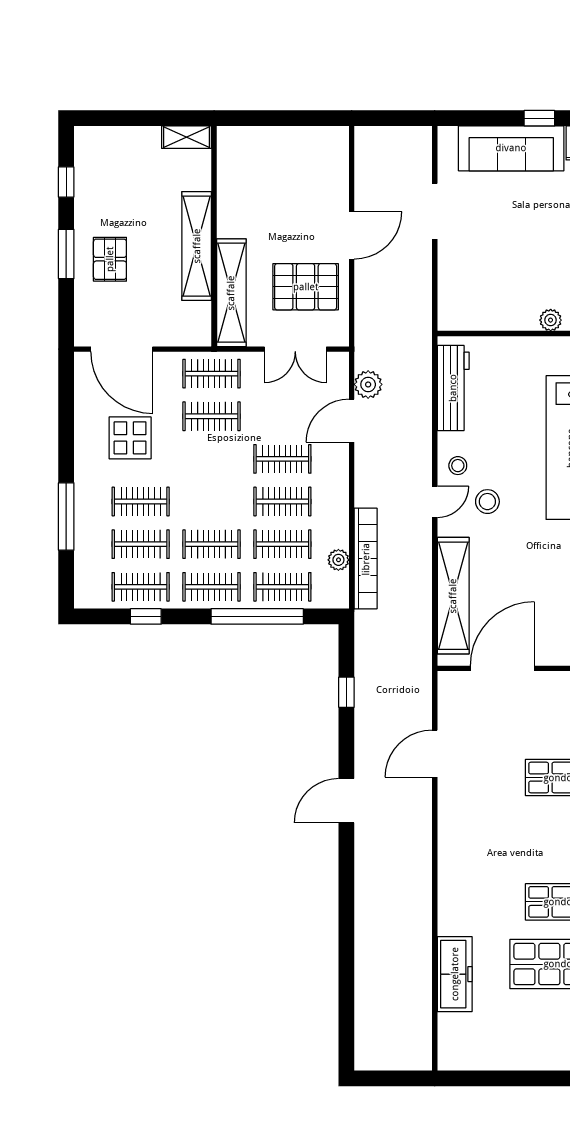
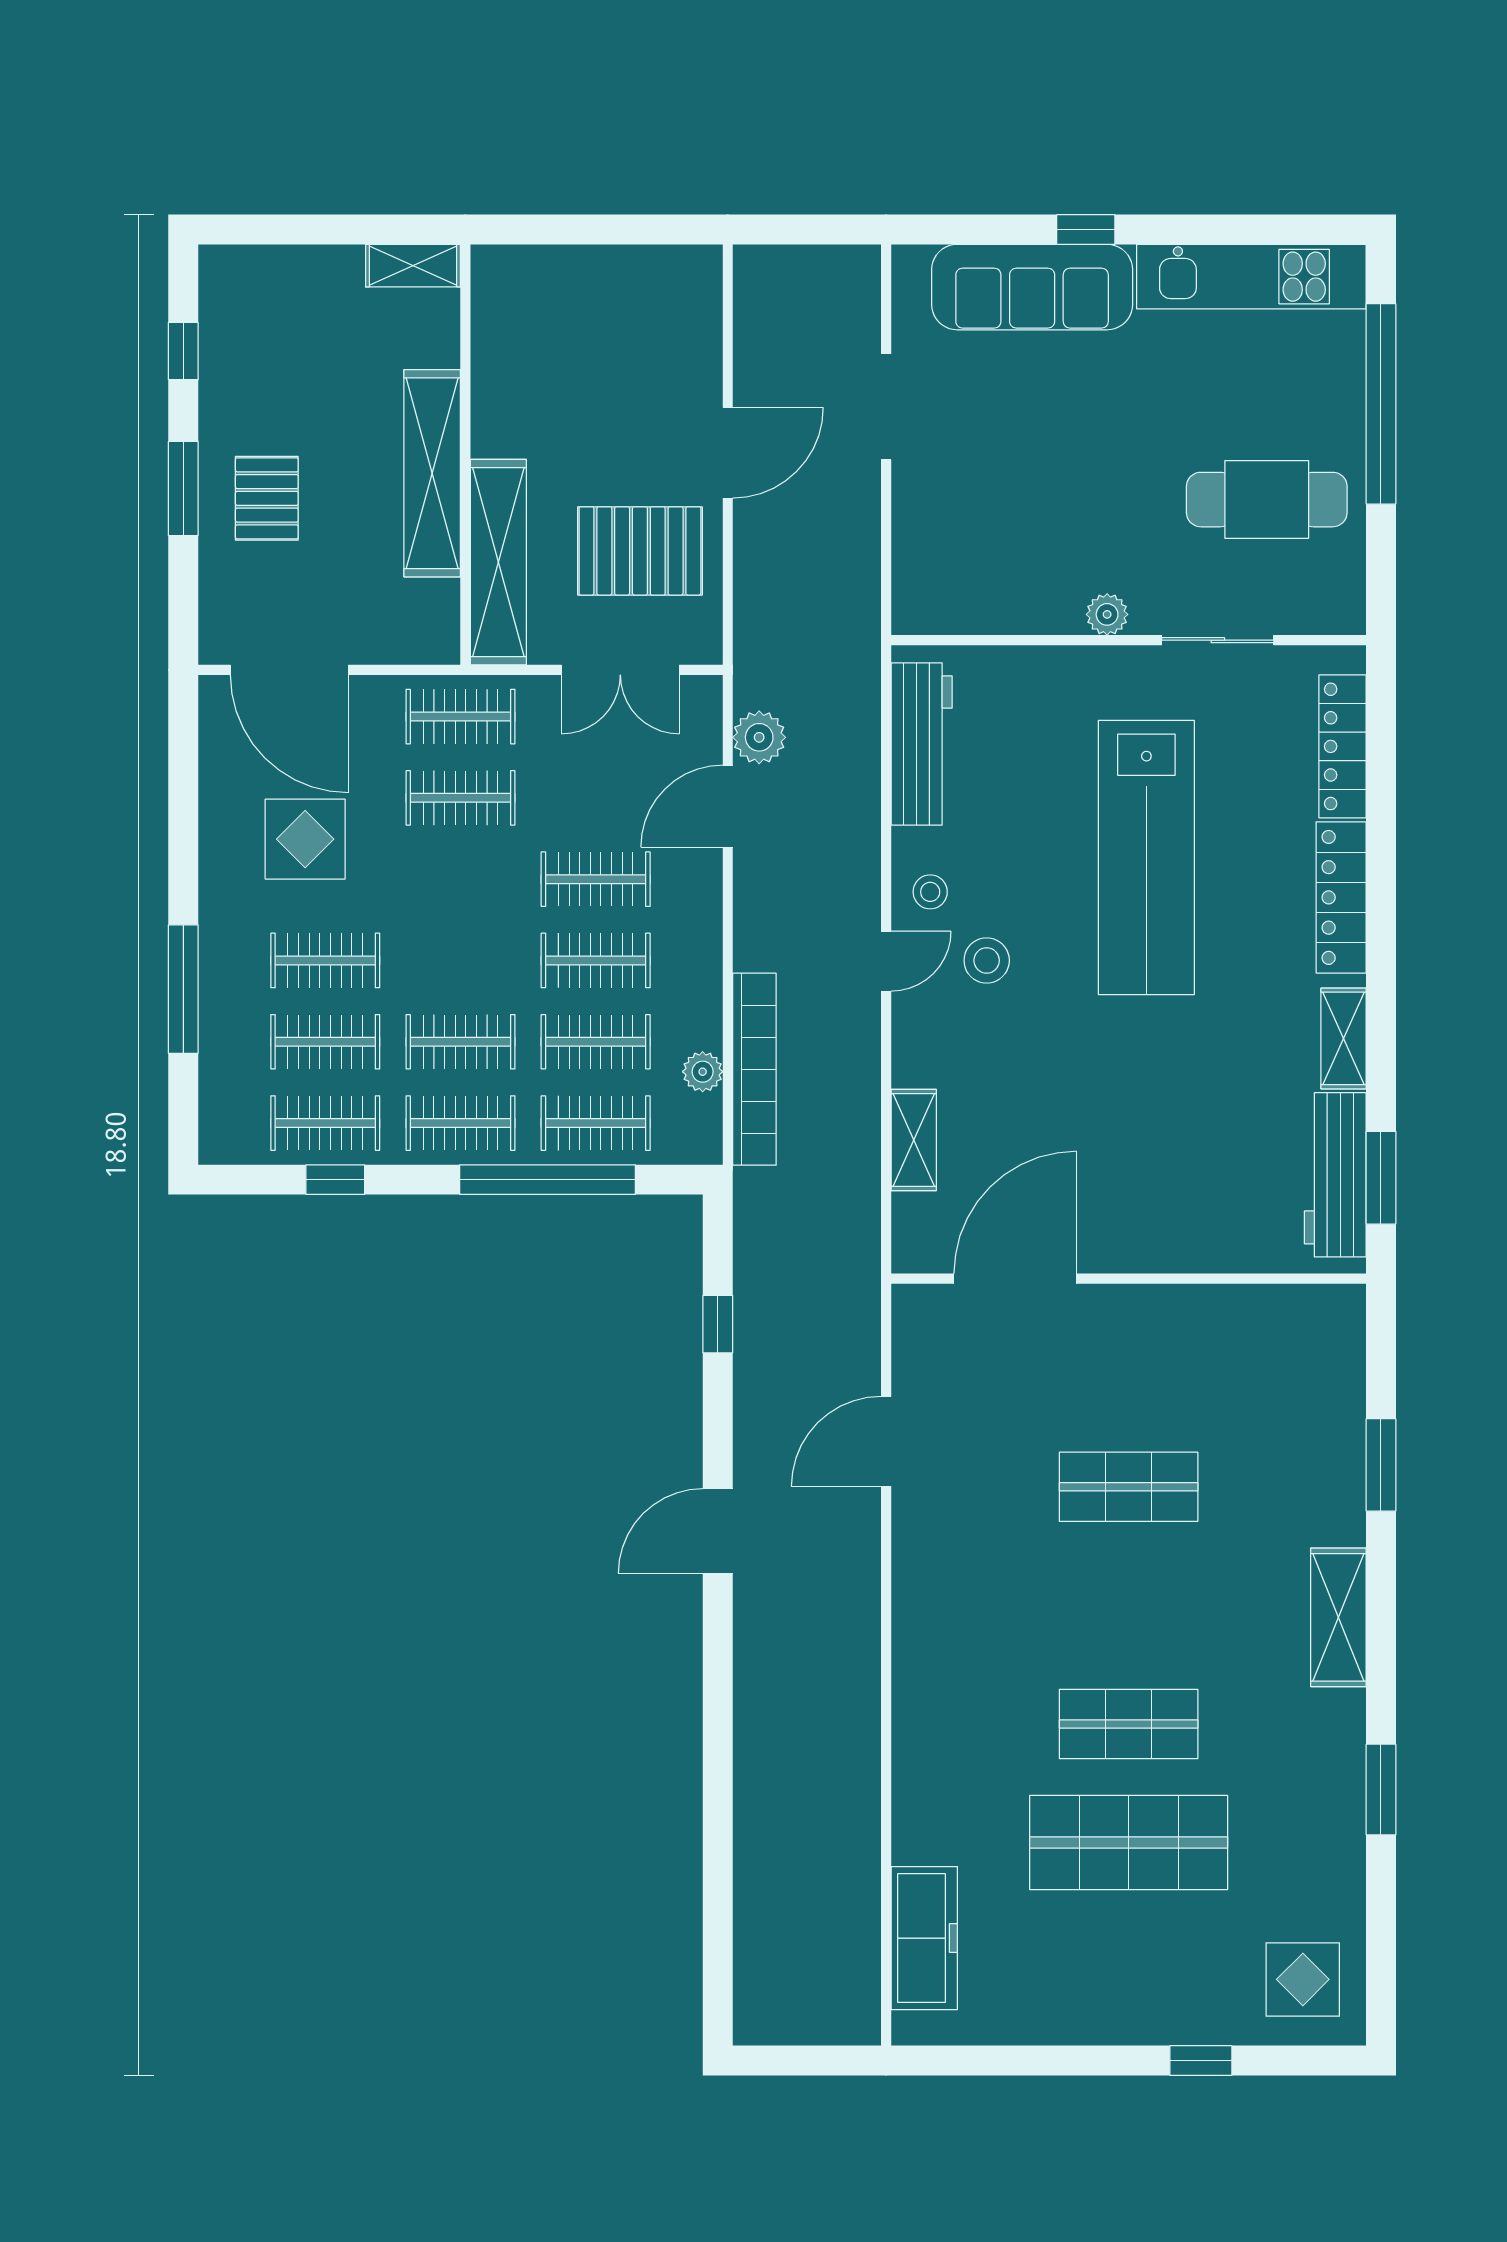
shelving: (453, 596) -> (914, 1140), width x0.45, depth x0.75
freezer: (455, 974) -> (924, 1938), moved

